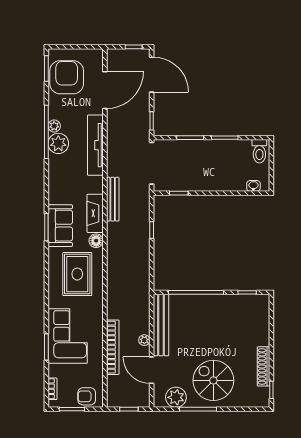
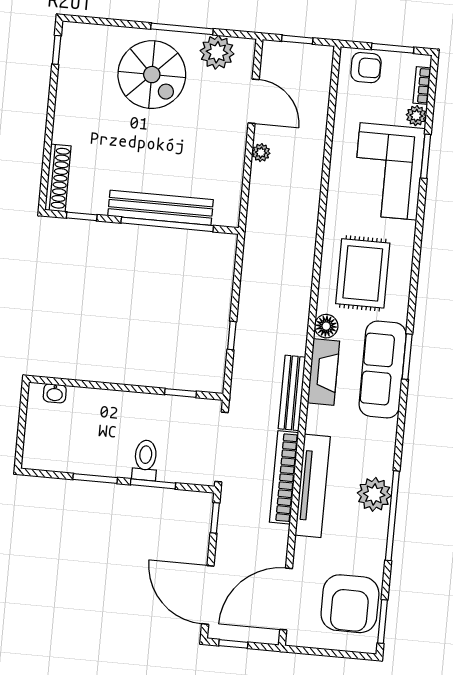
door: (105, 90) -> (286, 599), moved
plant: (54, 126) -> (416, 116), moved
toilet: (259, 151) -> (145, 460), moved
sofa: (60, 226) -> (383, 369), width x1.36
bench: (161, 325) -> (161, 208), moved, turned 90
bookcase: (113, 347) -> (284, 477), moved
shoe rack: (263, 366) -> (58, 178), moved

